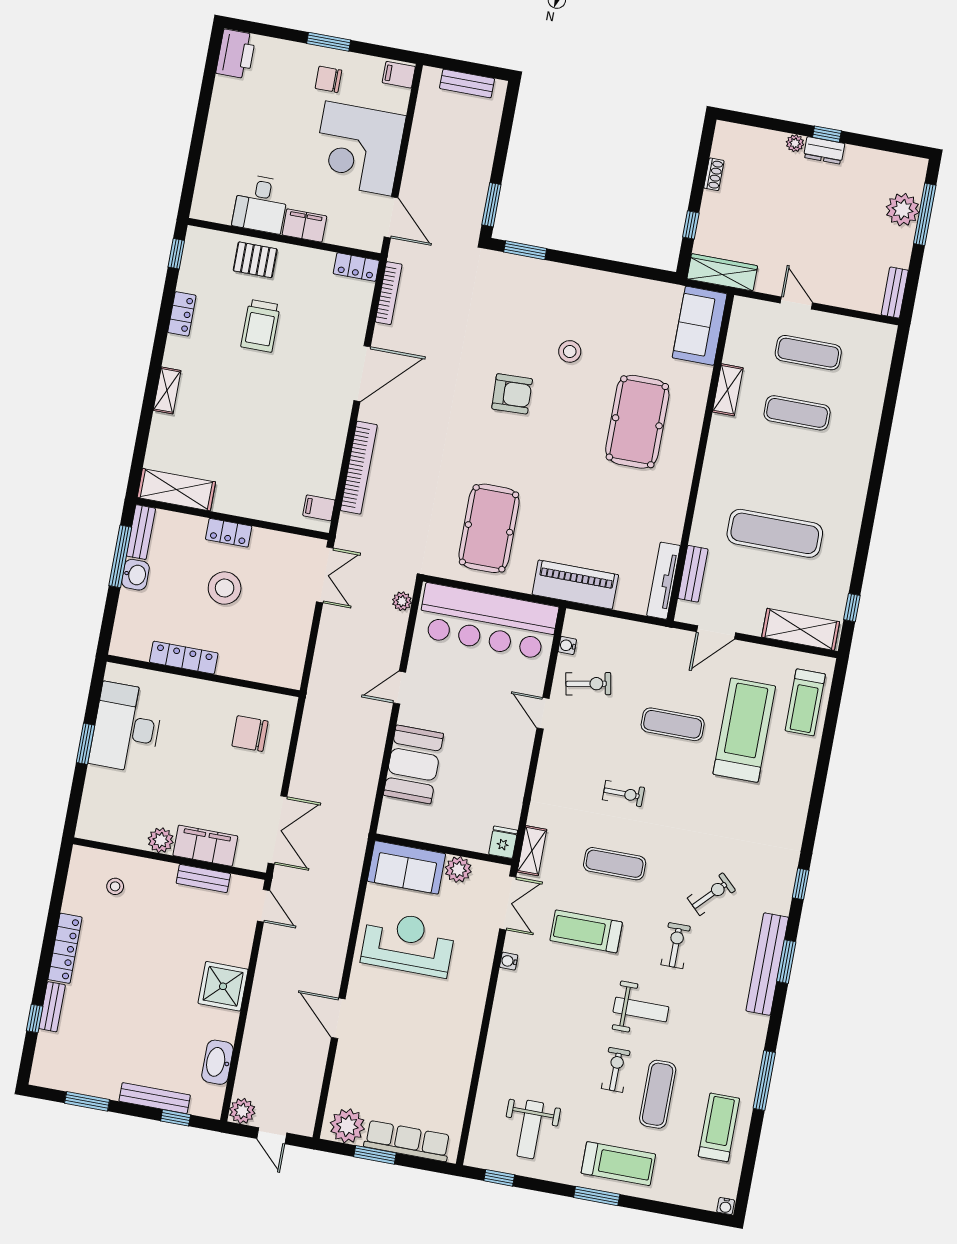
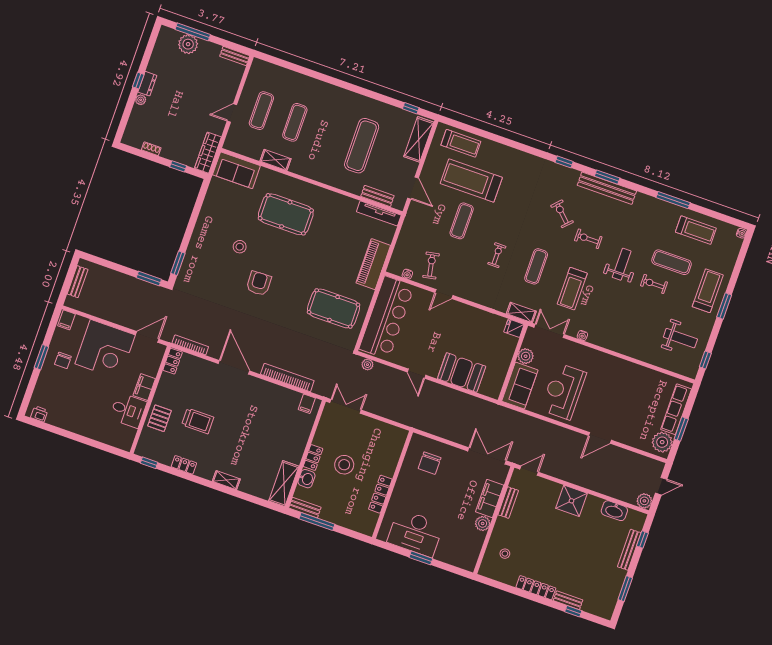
printer: (236, 54) -> (39, 414), width x0.53, depth x0.68
washbasin: (135, 575) -> (307, 479), moved, turned 90
treadmill: (719, 1127) -> (696, 230), turned 180

